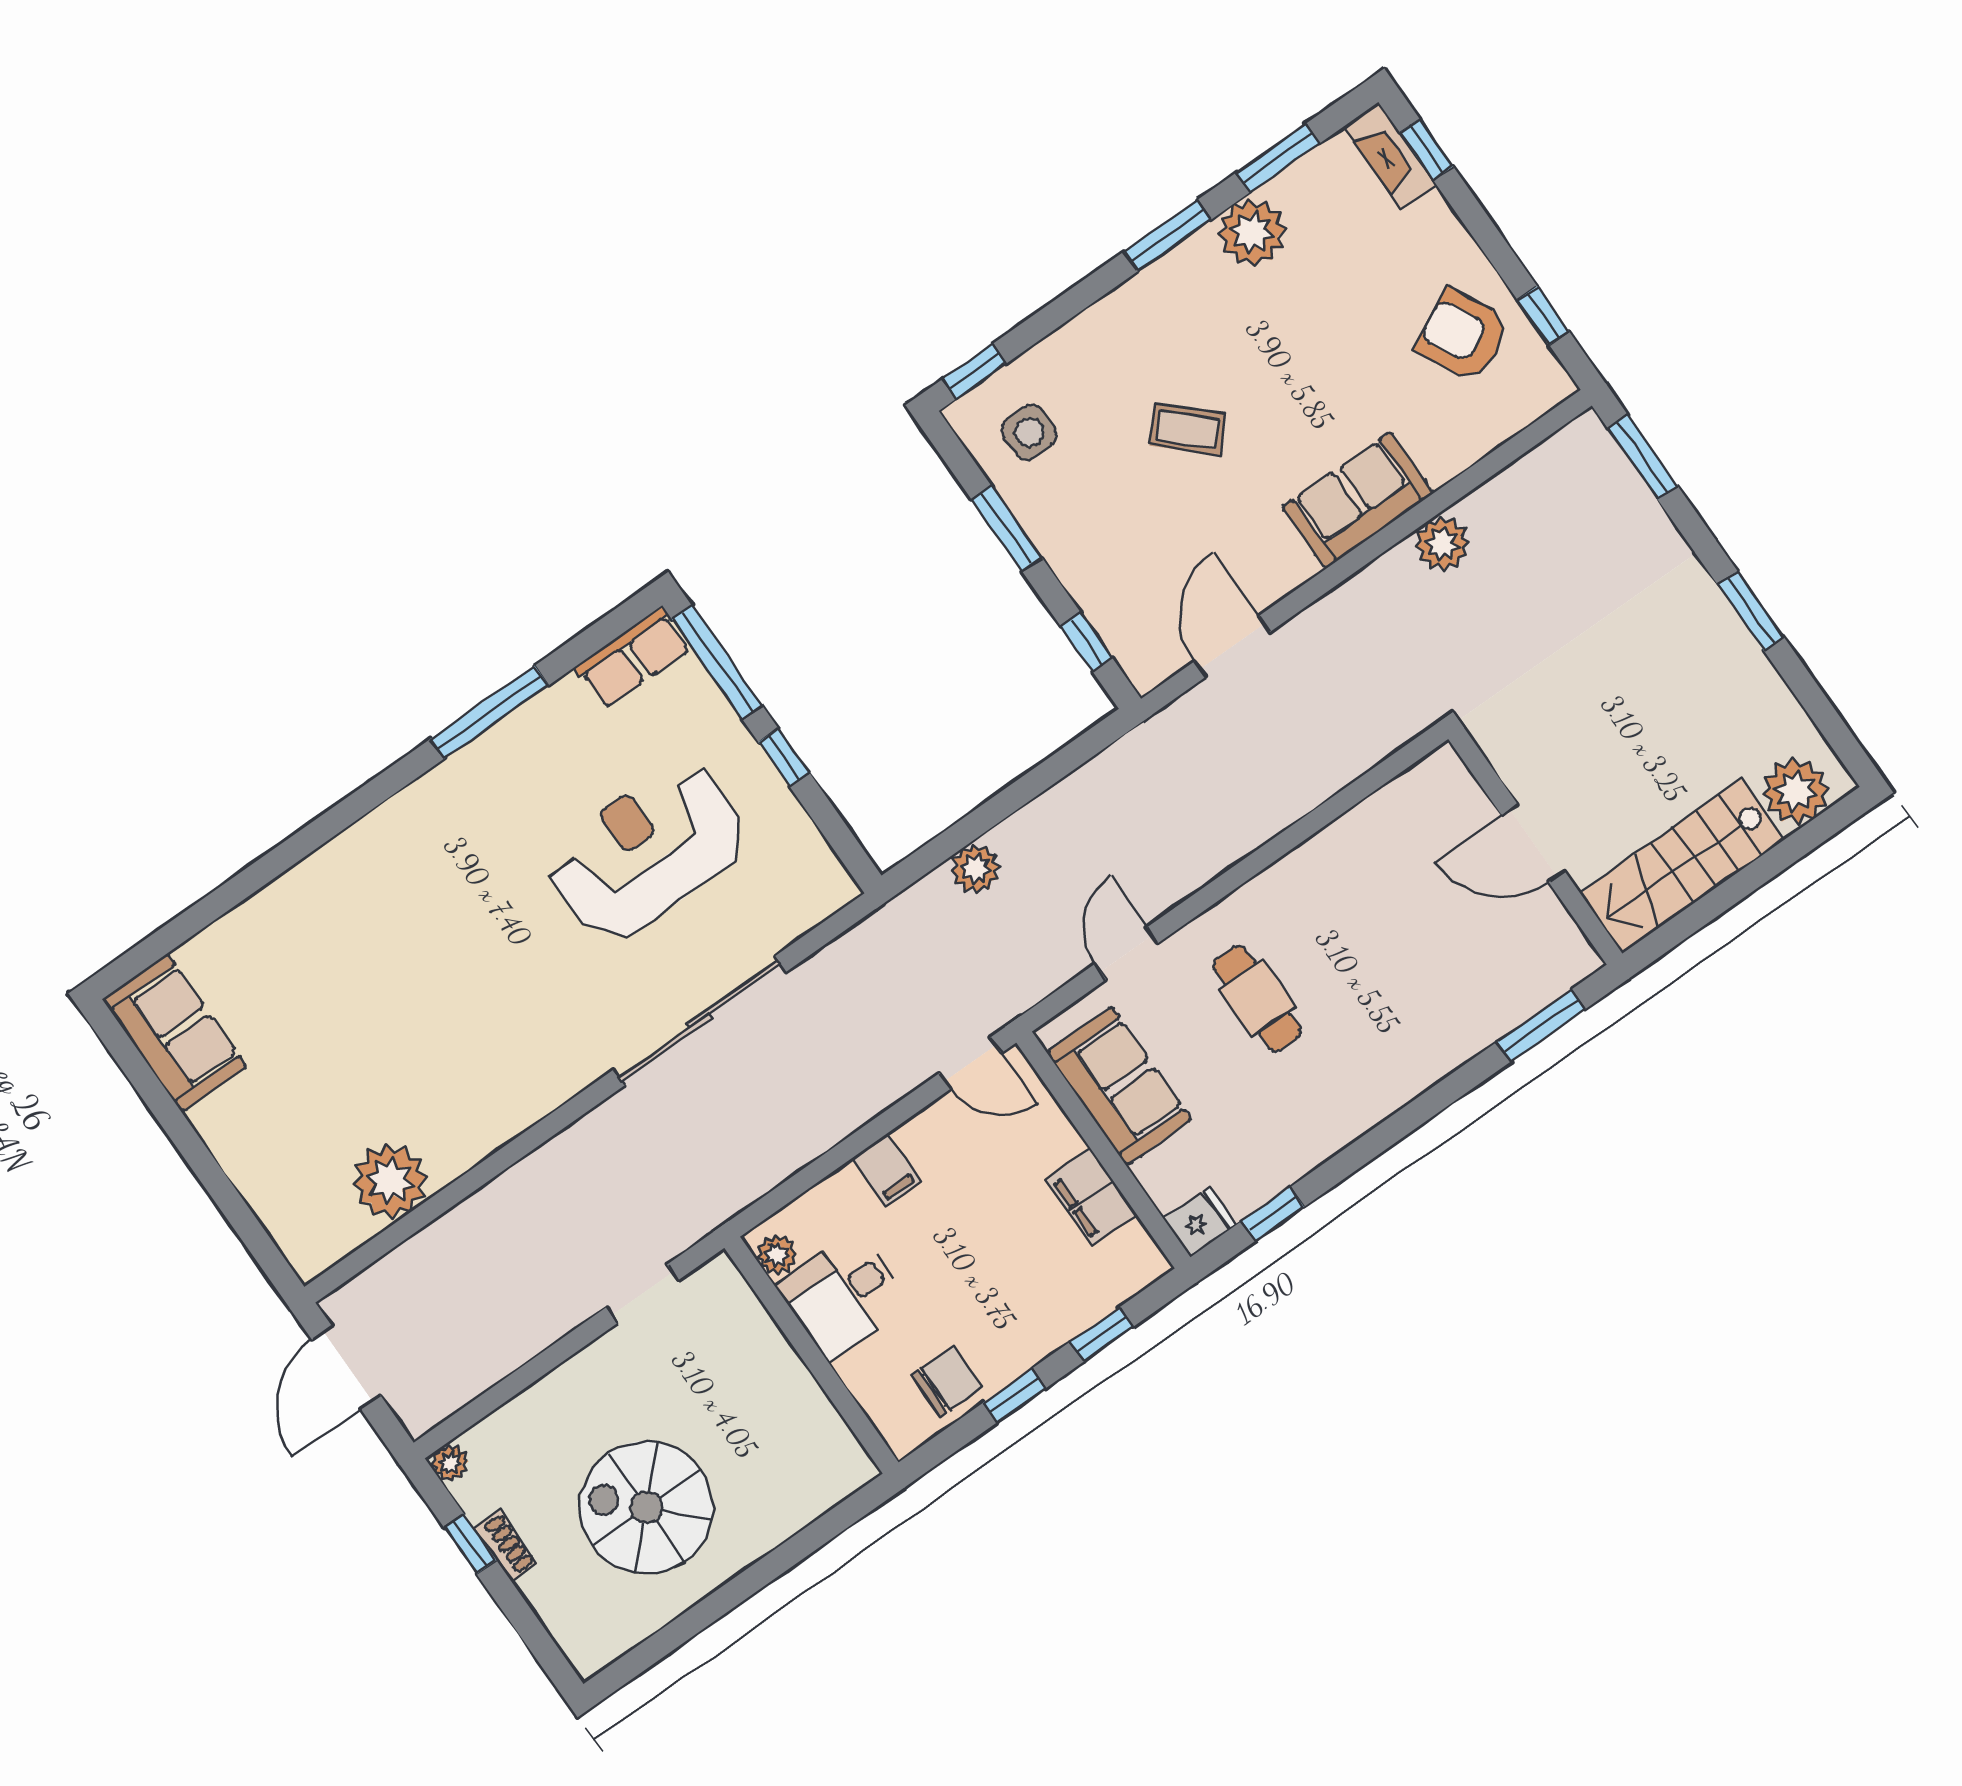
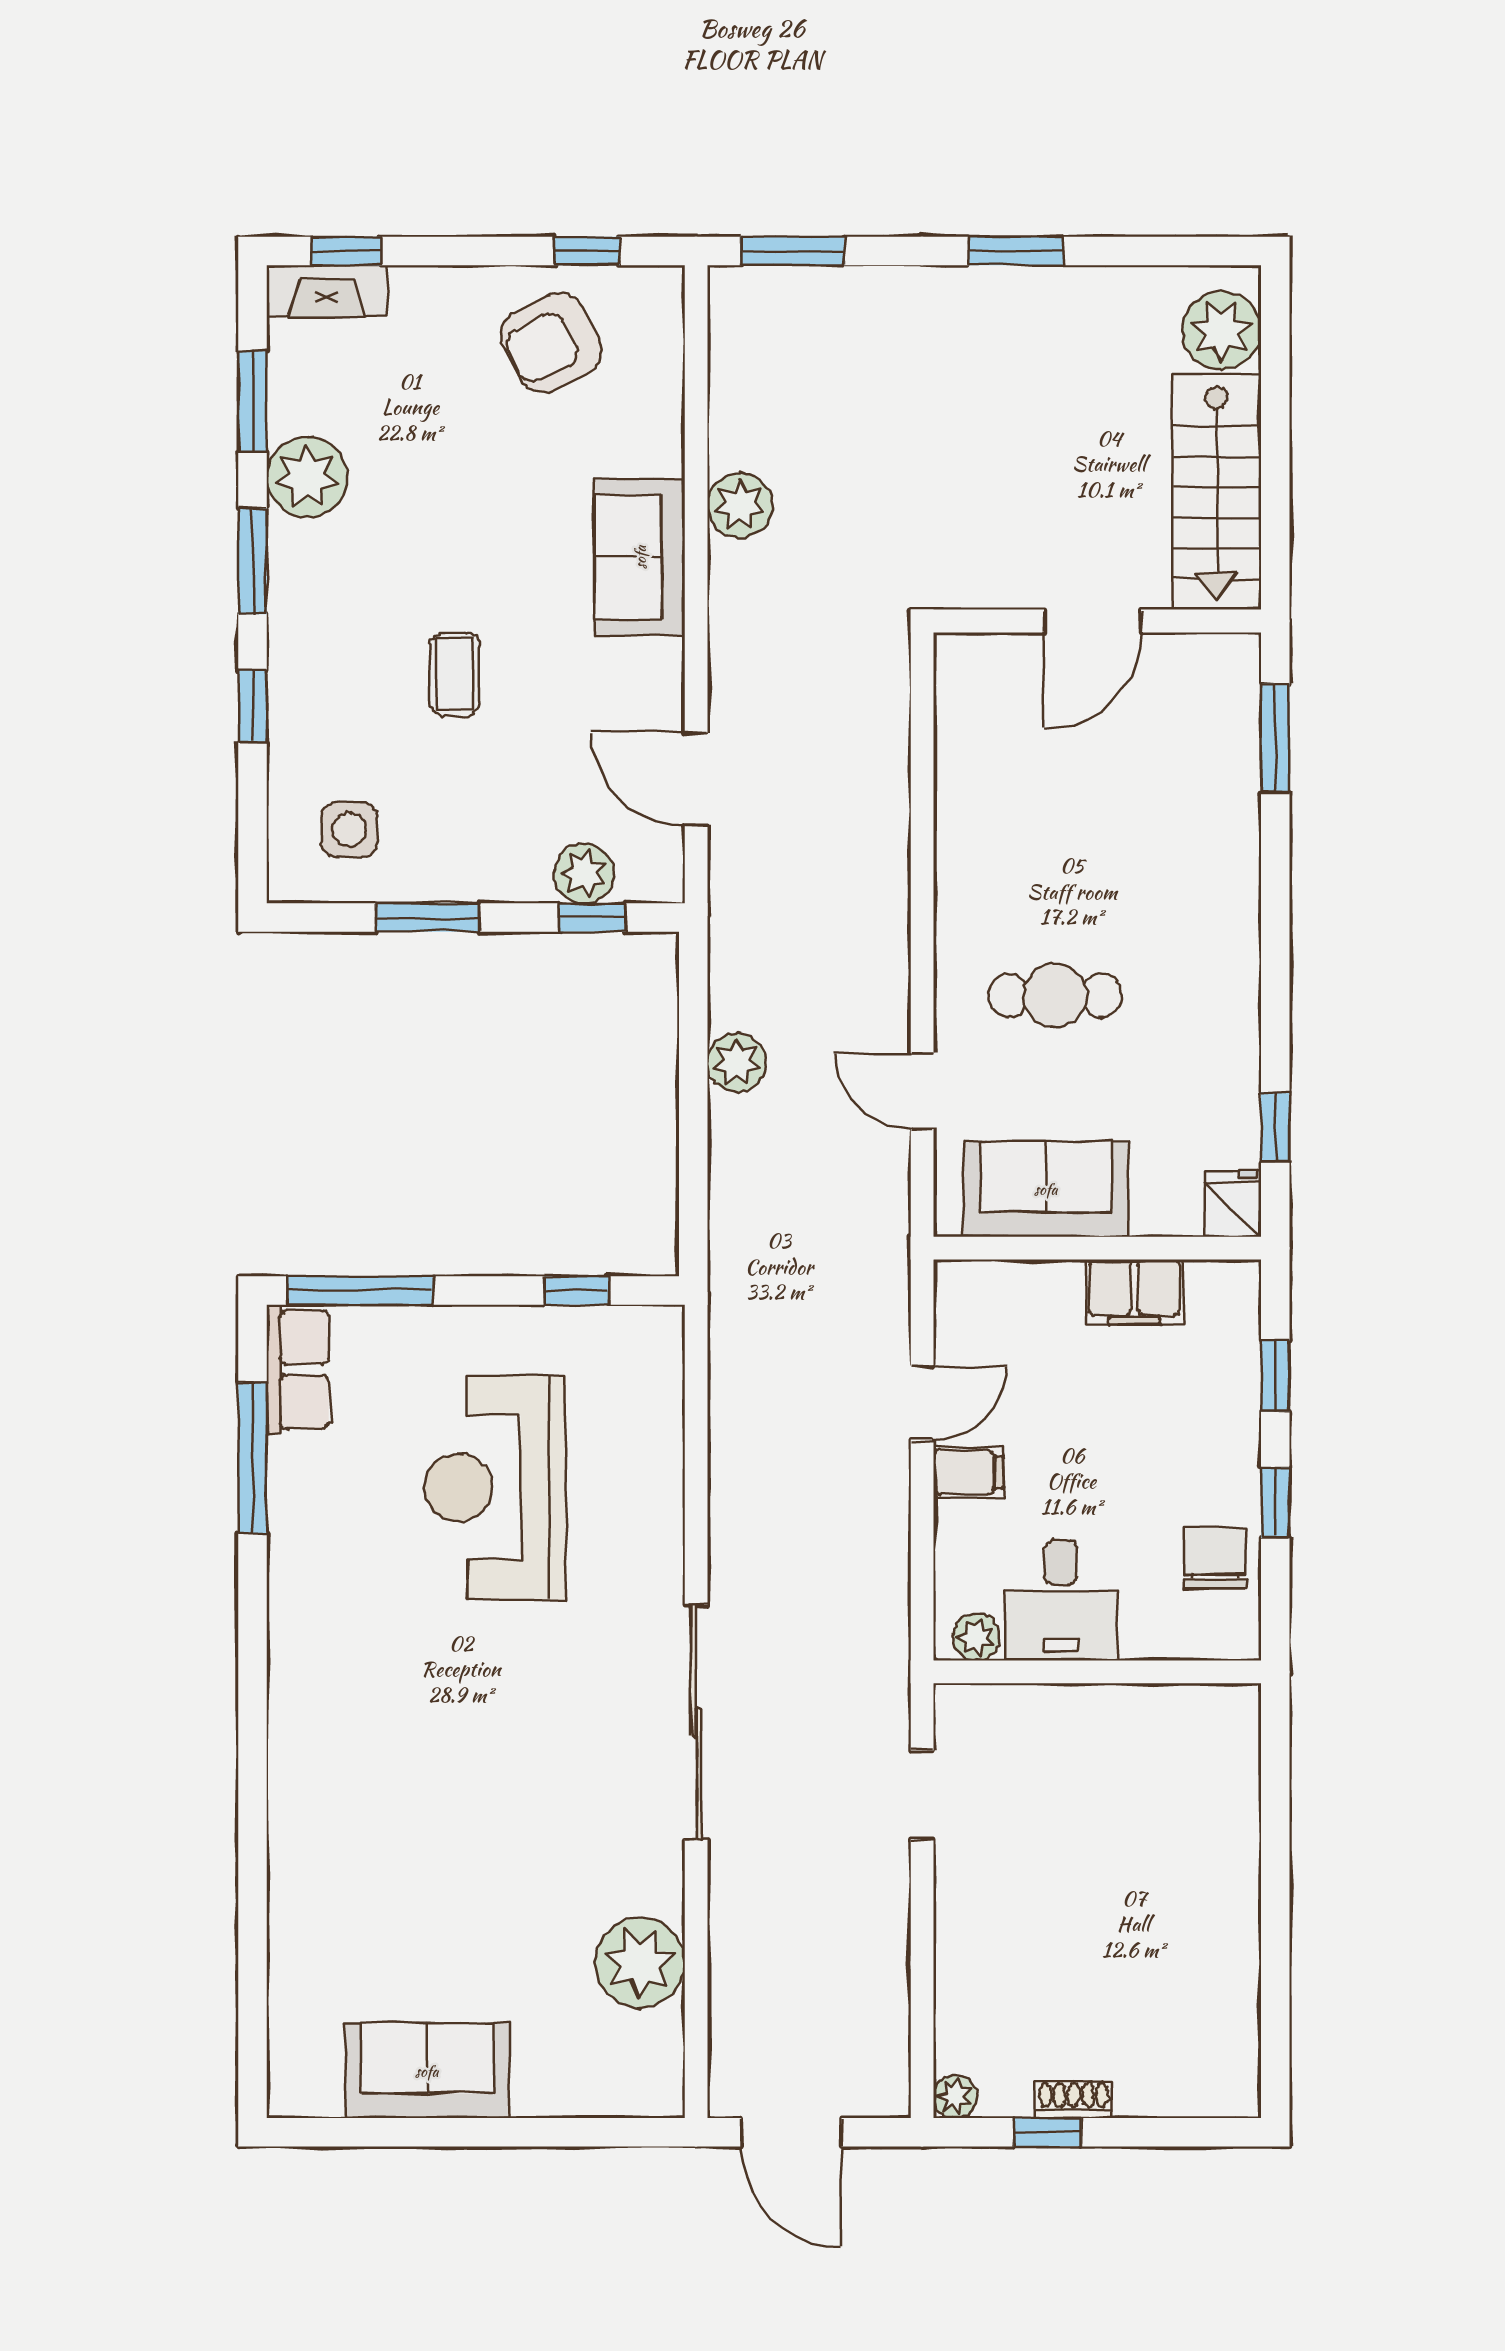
window: (974, 371) -> (253, 706), moved
coffee table: (1188, 430) -> (455, 674), turned -43
plant: (1113, 615) -> (584, 873), added
window: (489, 712) -> (253, 1458), moved
window: (784, 758) -> (577, 1291), moved
plant: (976, 869) -> (737, 1063), moved
sliding door: (700, 1021) -> (696, 1722), moved
sofa: (175, 1033) -> (427, 2071), moved
door: (971, 1063) -> (922, 1403), moved
spiral stairs: (646, 1507) -> (1132, 1936), removed

